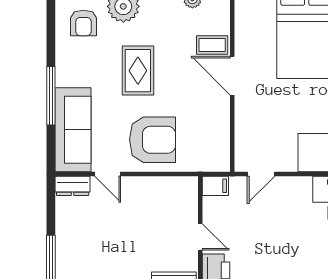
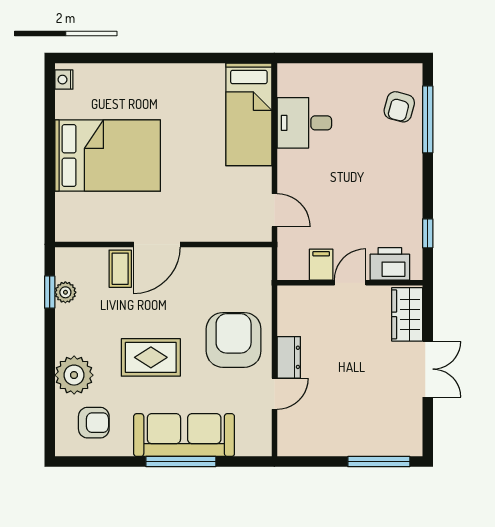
sofa: (73, 130) -> (184, 435), moved
dresser: (73, 186) -> (289, 357), moved
filing cabinet: (215, 186) -> (321, 265), moved

